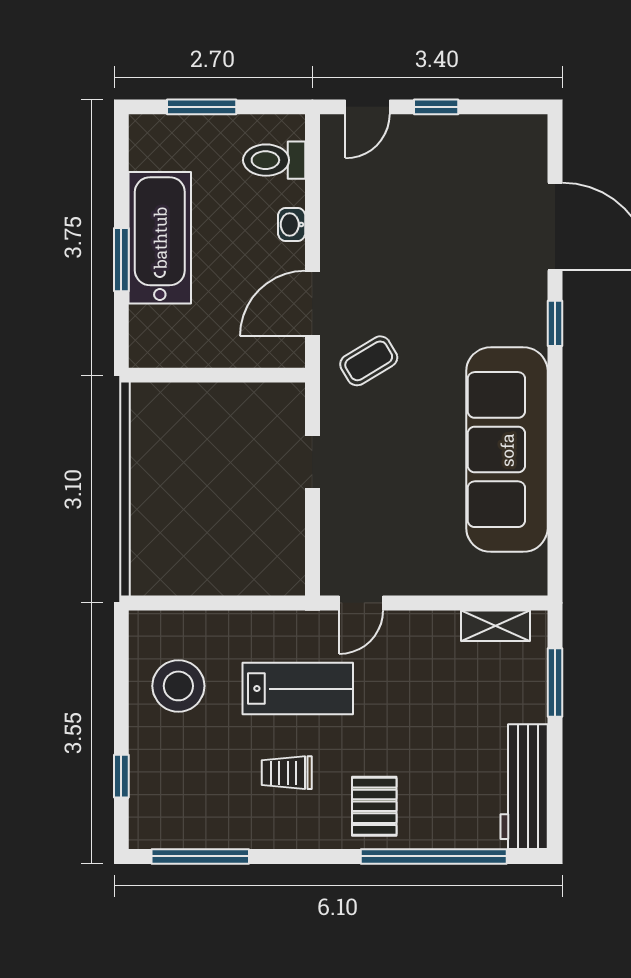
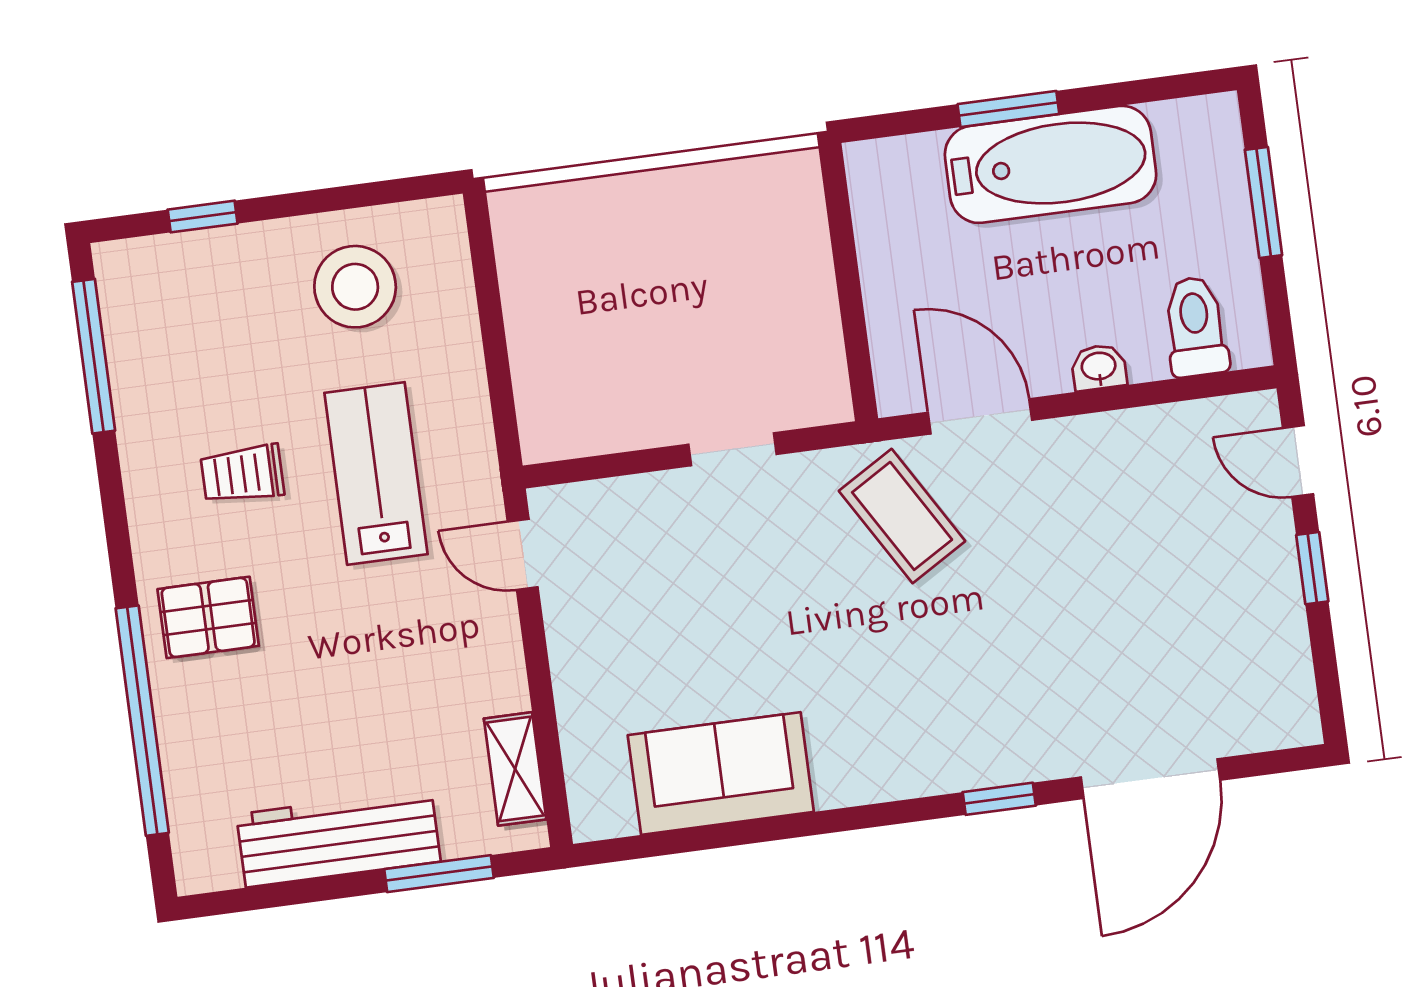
coffee table: (369, 361) -> (902, 516), width x1.36, depth x1.30
sofa: (507, 450) -> (721, 773), width x0.54, depth x0.79
lab bench: (298, 689) -> (376, 473), turned 180
trolley: (287, 773) -> (242, 474), turned -90
workbench: (524, 787) -> (338, 838), moved

